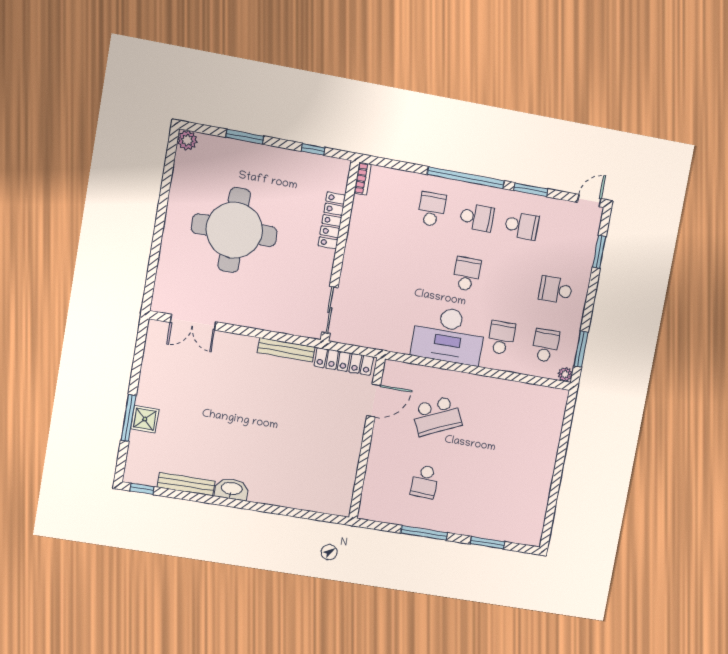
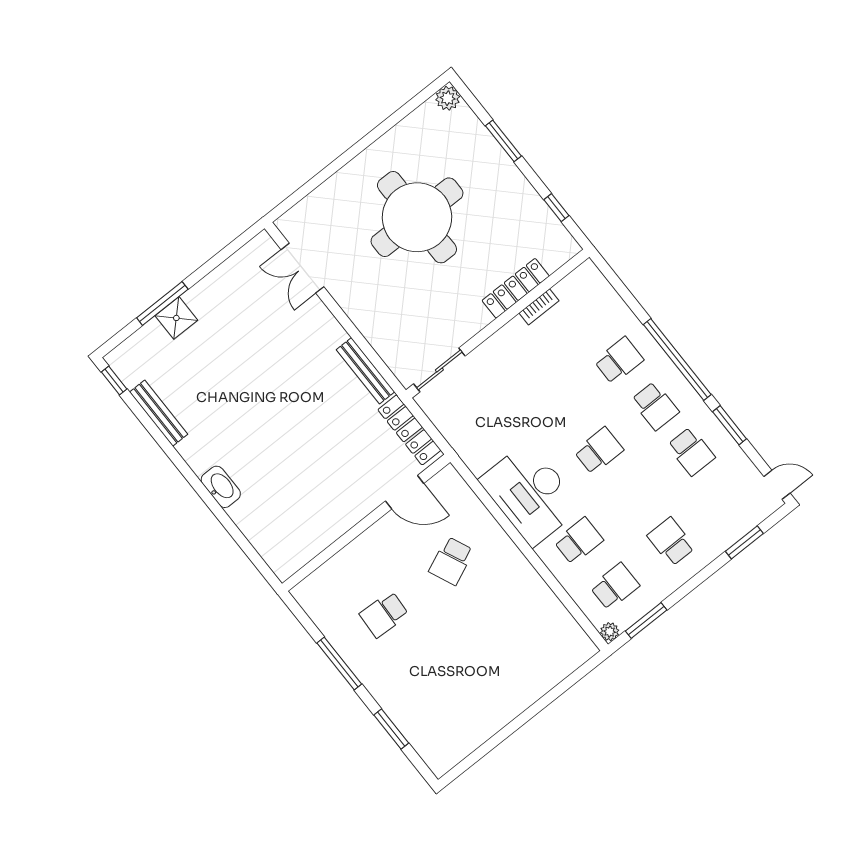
bookcase: (363, 179) -> (539, 307), moved
school desk: (437, 416) -> (451, 561), width x0.54
washbasin: (232, 489) -> (221, 487), moved

